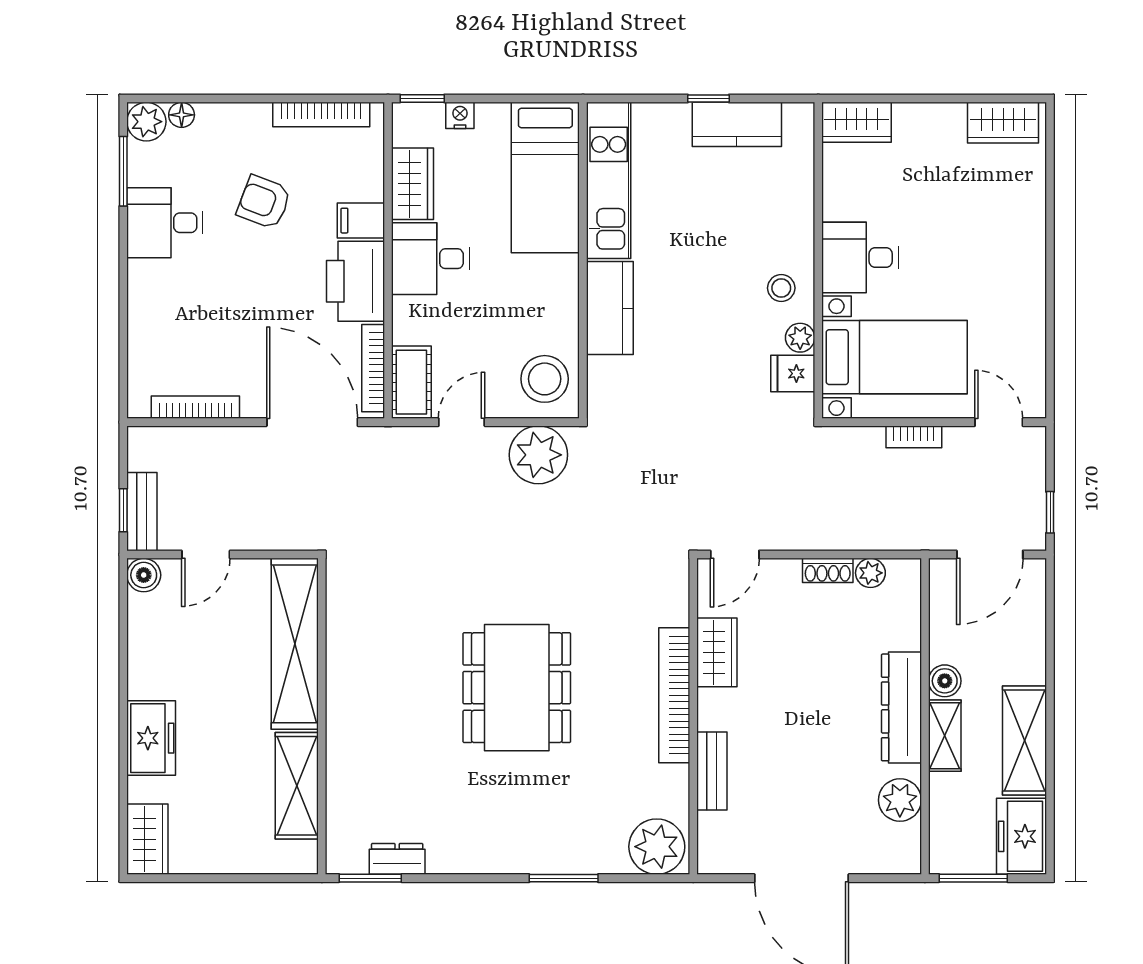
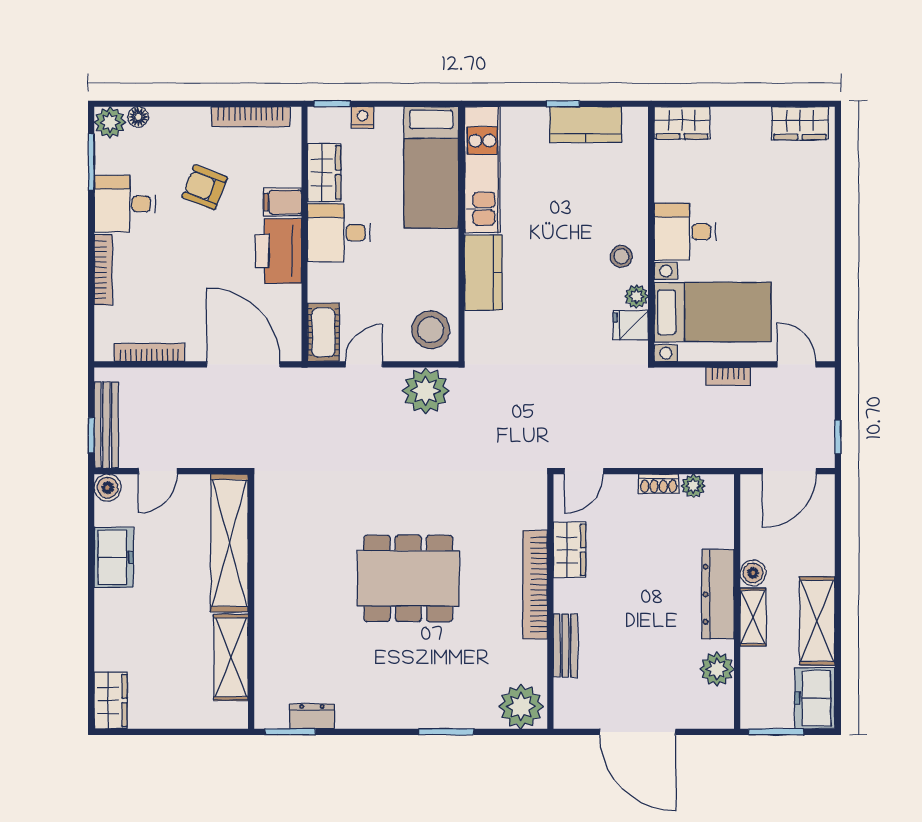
bookcase: (373, 368) -> (103, 270), moved, turned 180
bench: (142, 512) -> (106, 425), width x1.36
dining table: (517, 688) -> (408, 578), turned 90
freezer: (151, 738) -> (114, 557), moved

